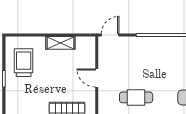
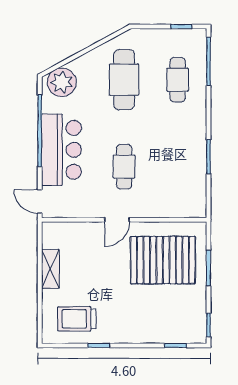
bar counter: (148, 51) -> (61, 150), added
door: (97, 78) -> (117, 220), moved

